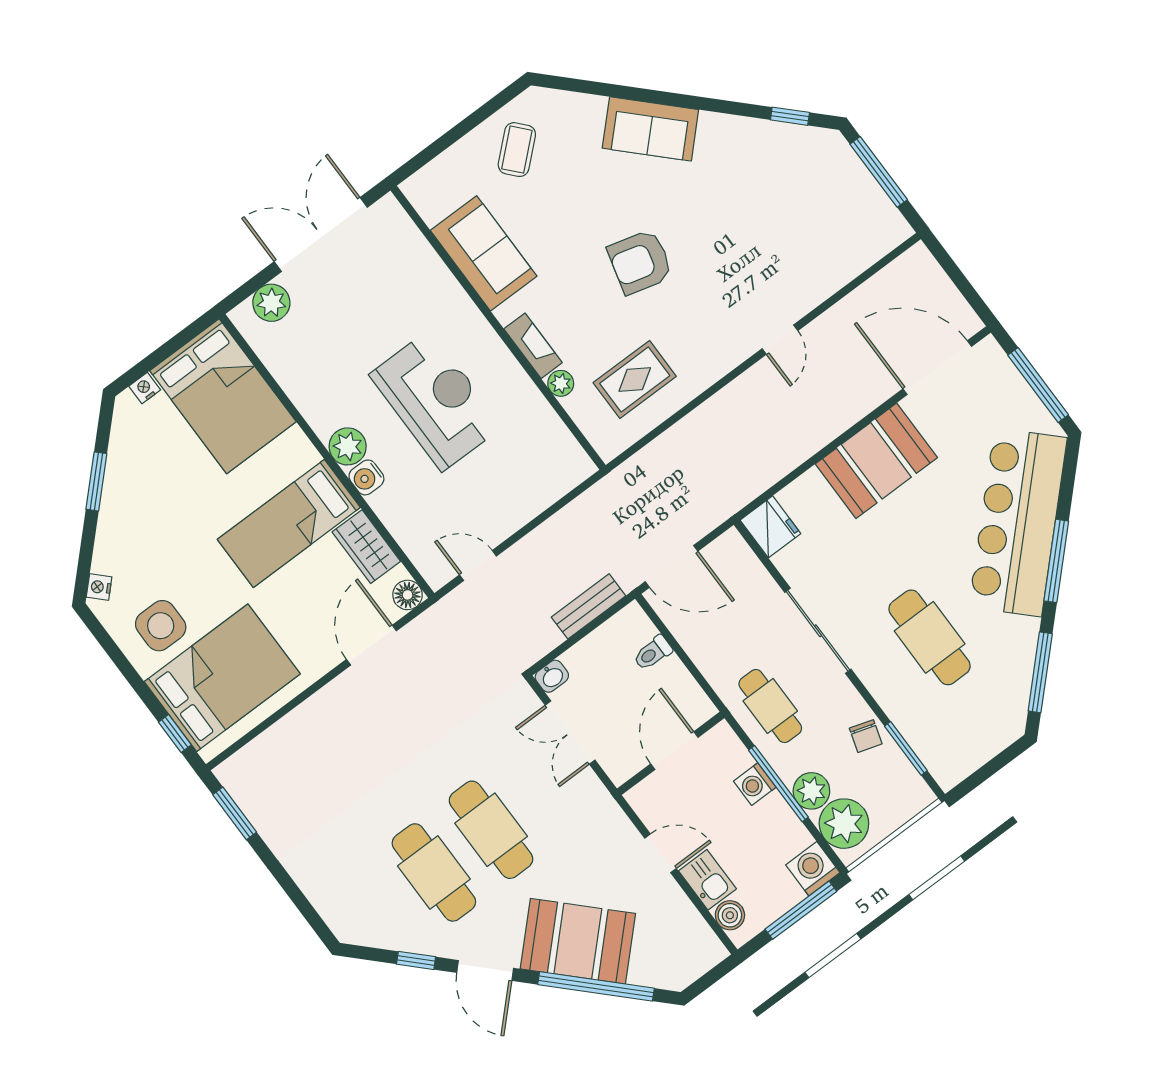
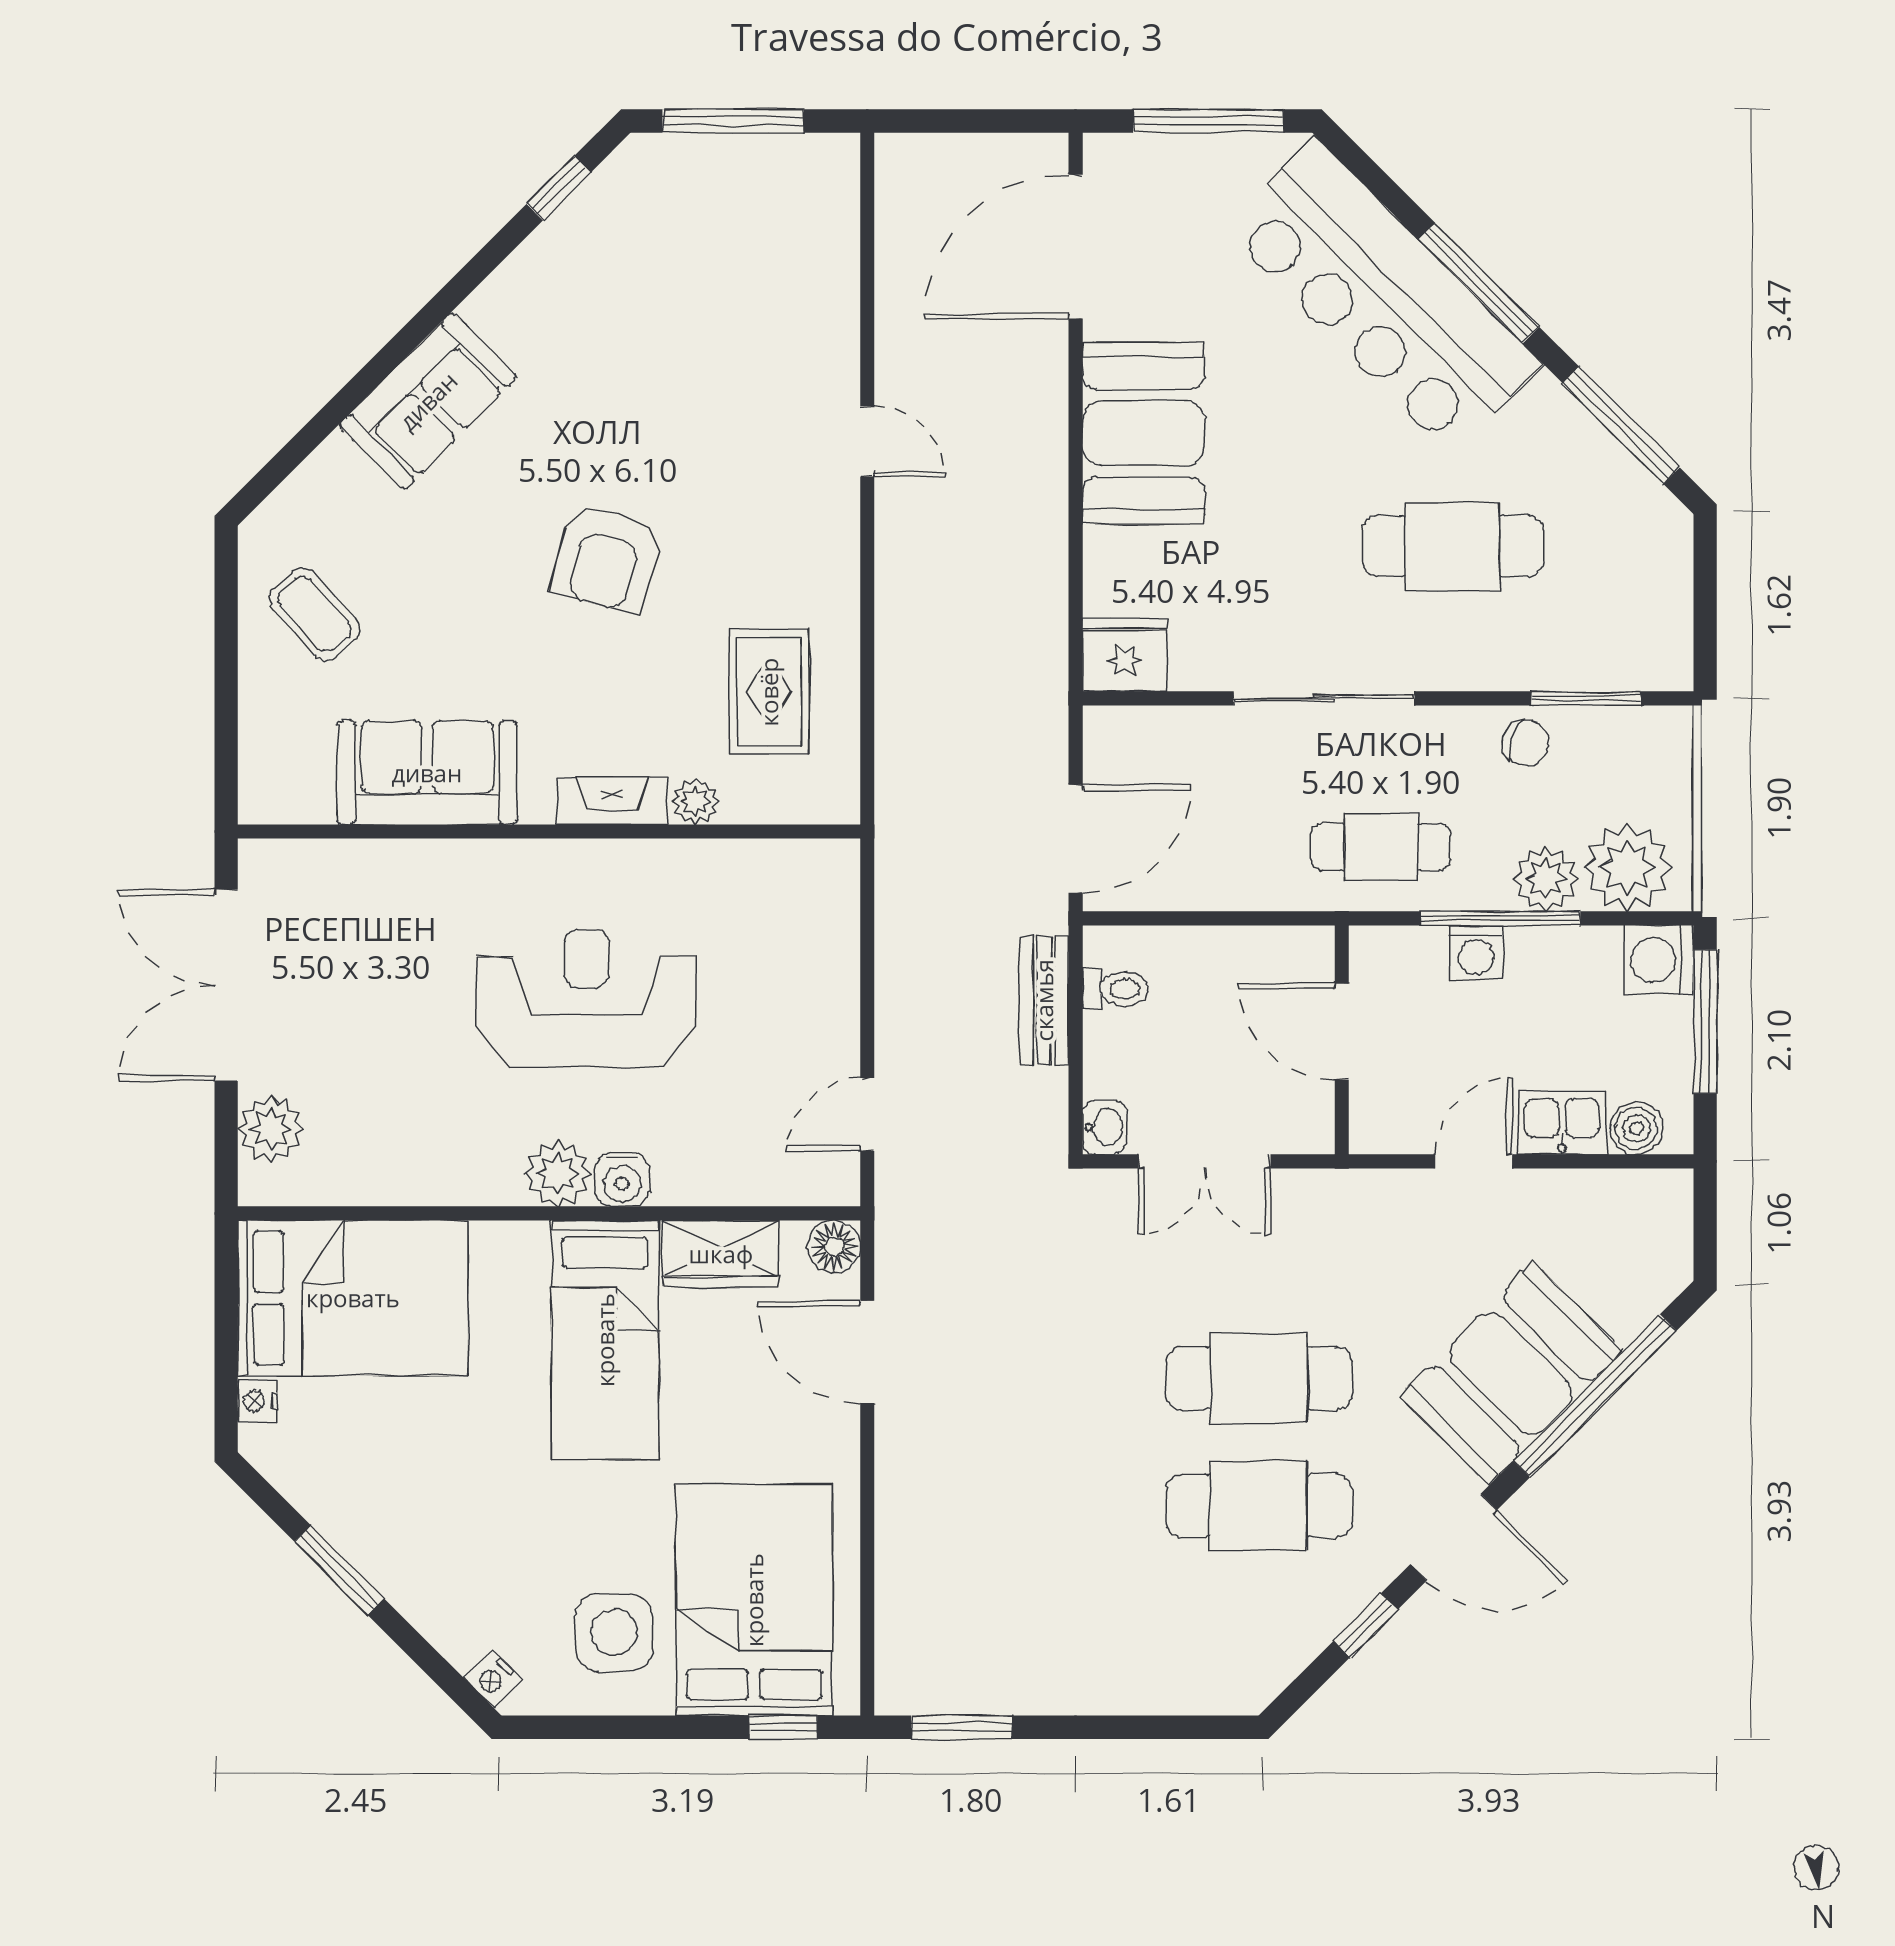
toilet: (653, 653) -> (1116, 989), moved, turned -90

